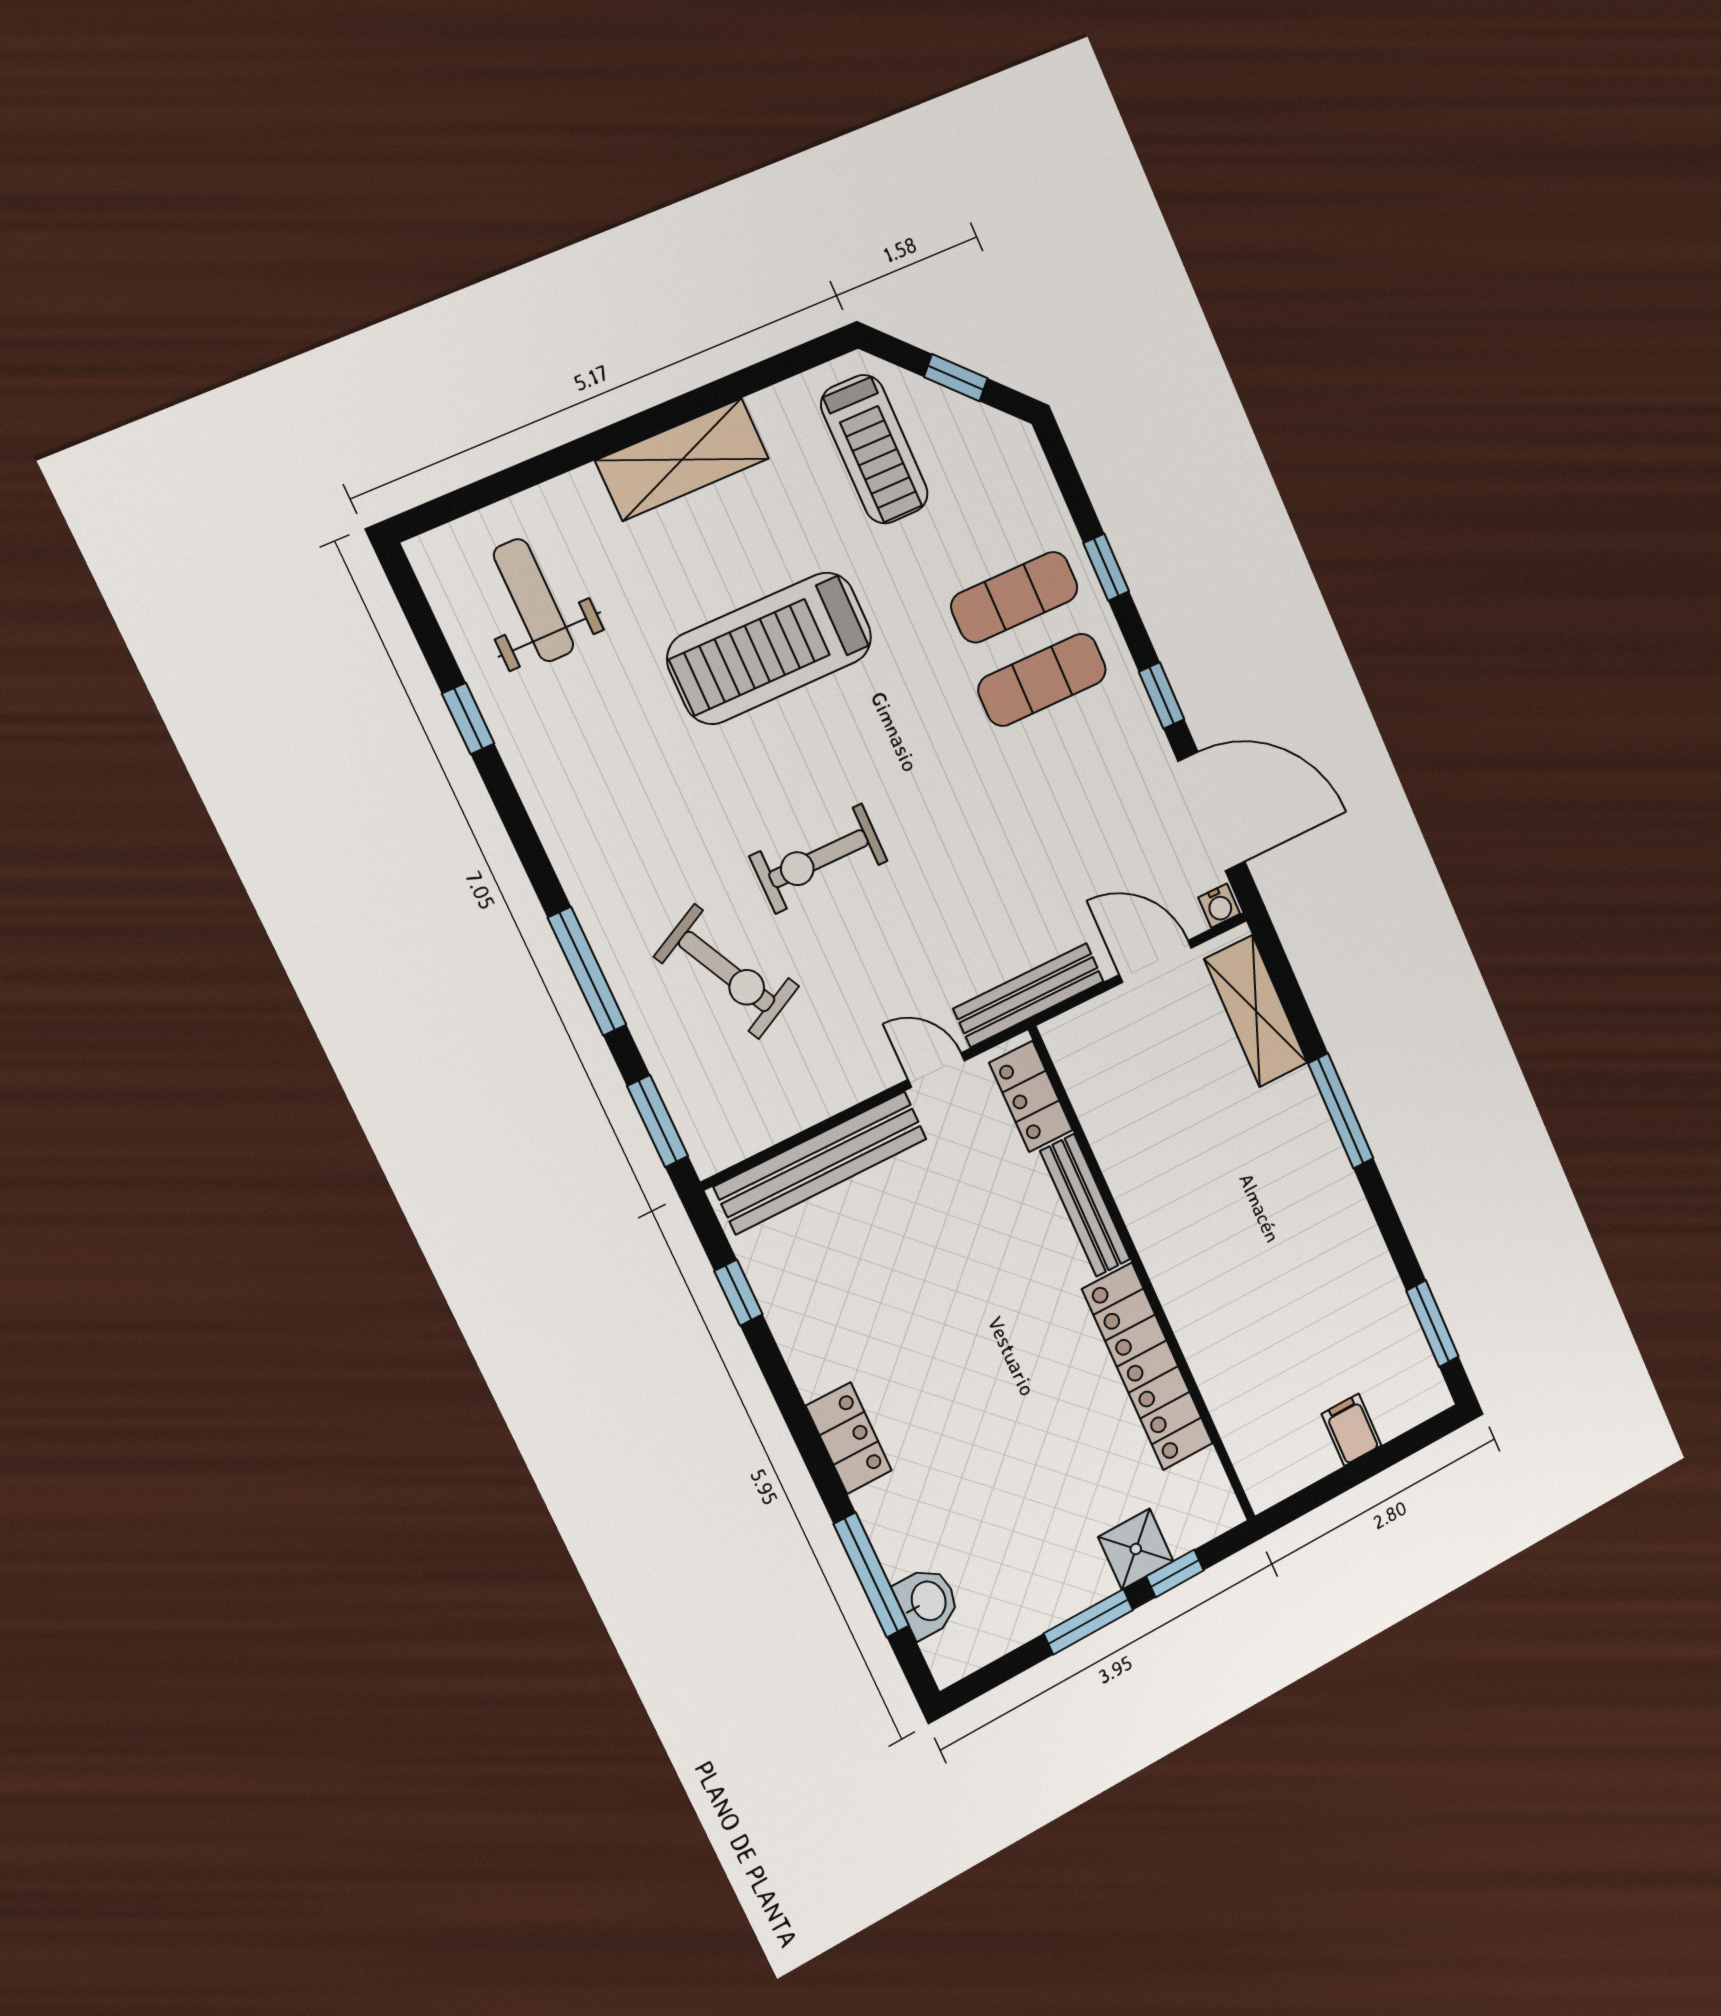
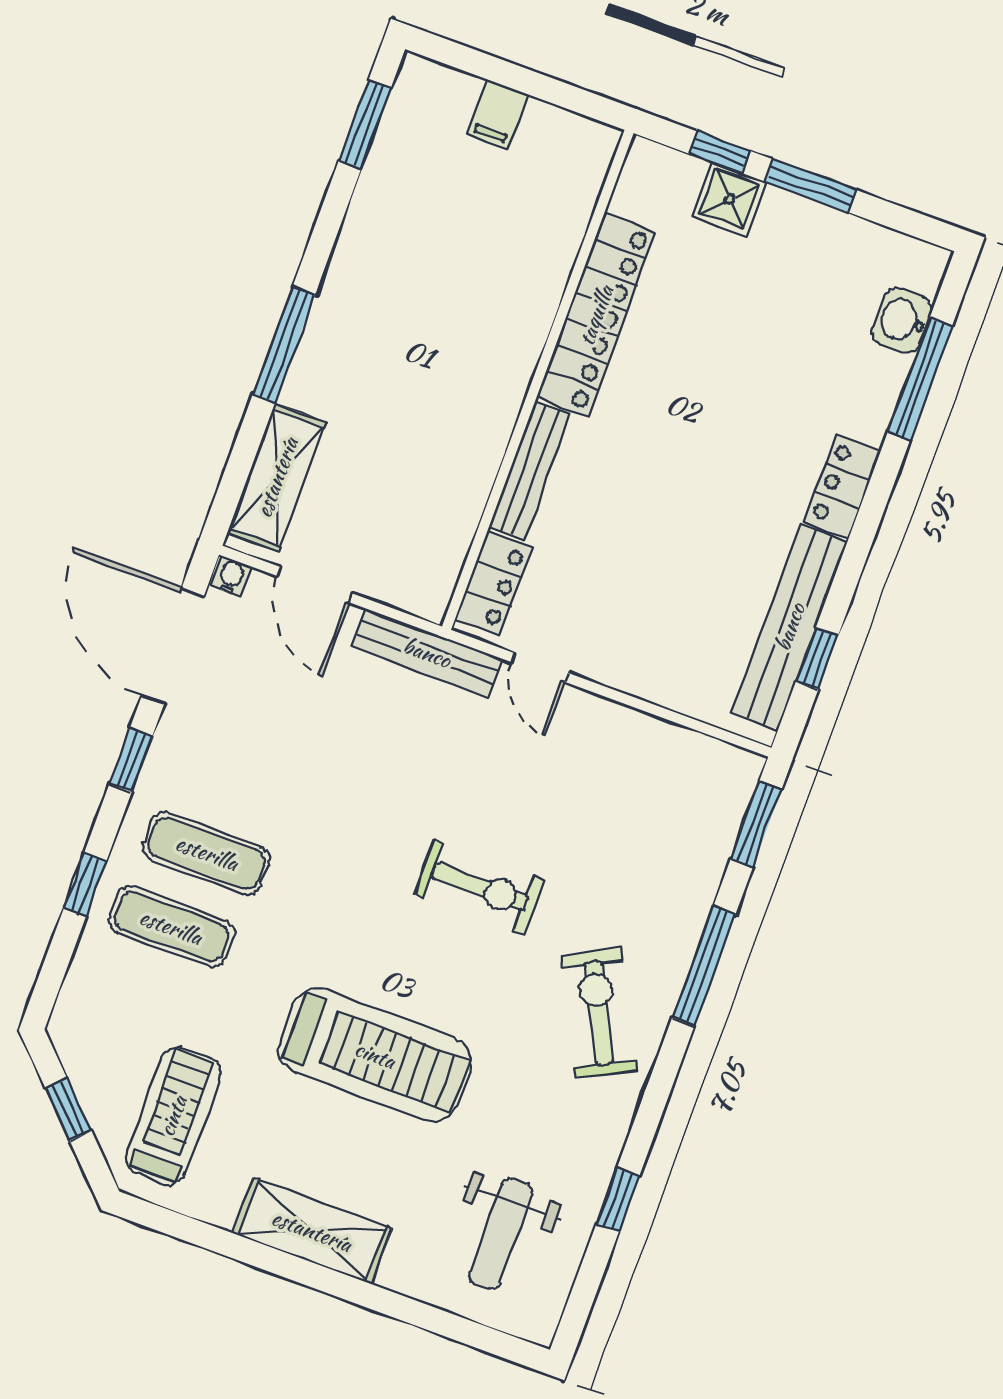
exercise bike: (727, 972) -> (599, 1013), moved
bench: (821, 1163) -> (790, 627), moved, turned 90

